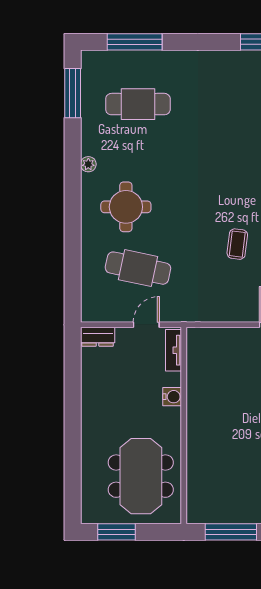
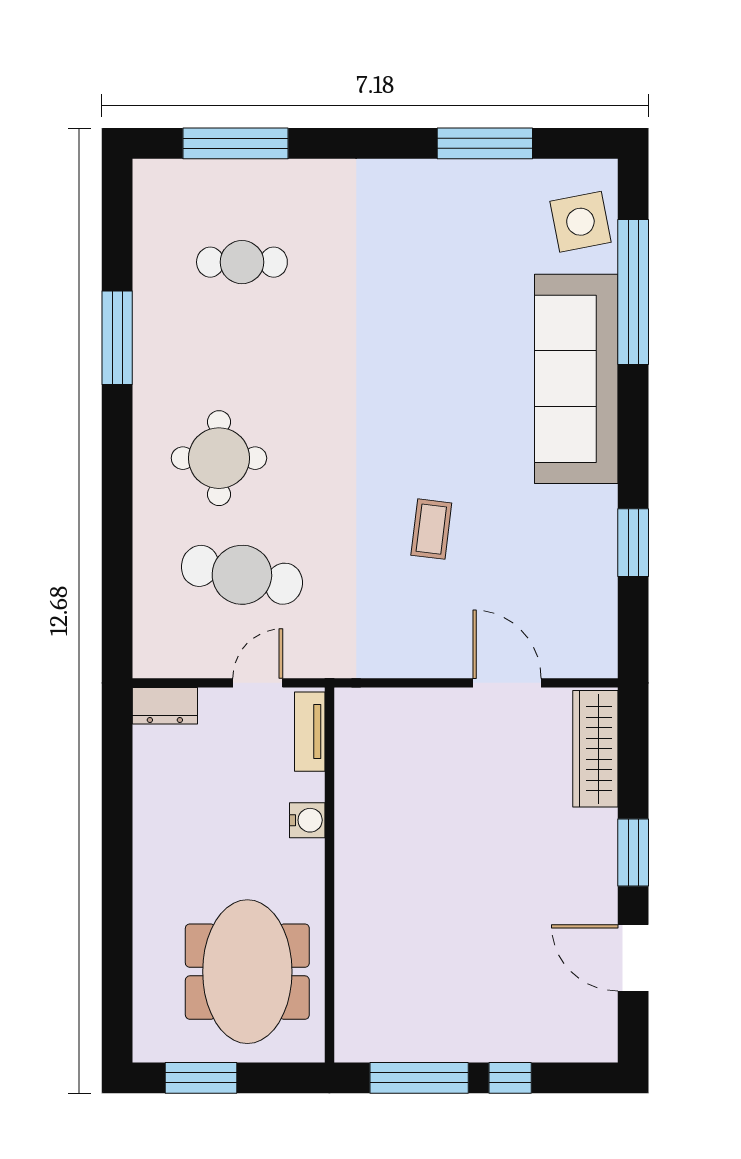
window: (73, 93) -> (117, 338), moved
cafe table: (138, 104) -> (242, 262), width x0.73, depth x0.74
plant: (88, 164) -> (147, 377), removed

